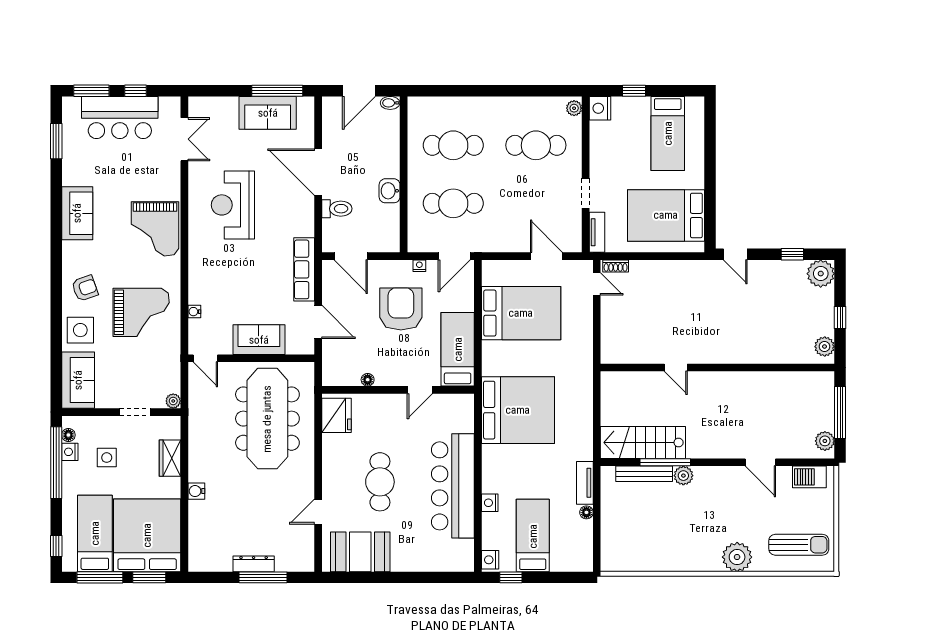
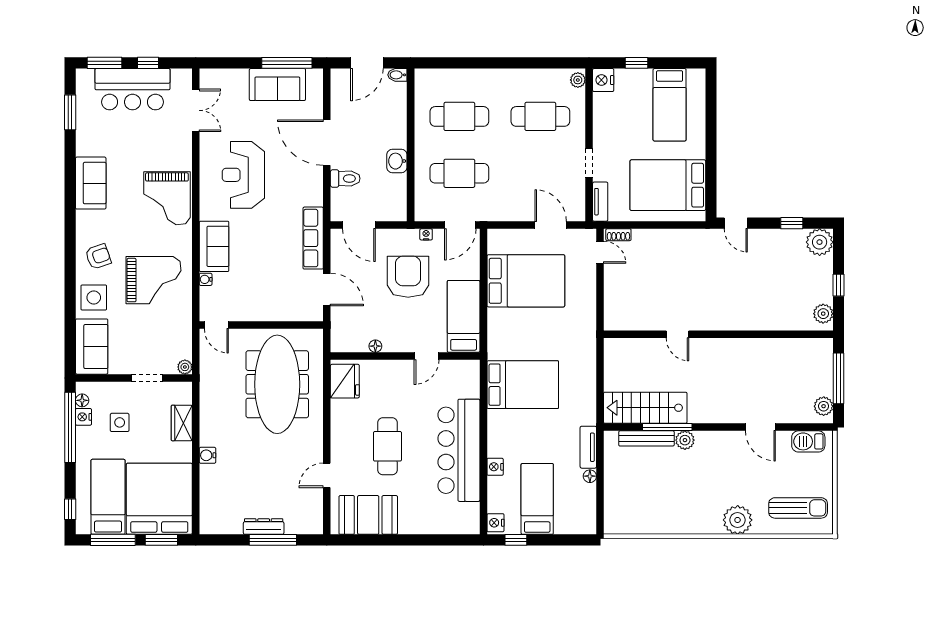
sofa: (259, 340) -> (214, 246), moved, turned 90
bed: (518, 410) -> (523, 385), width x0.73

